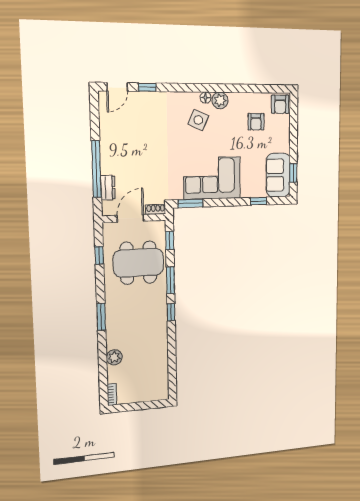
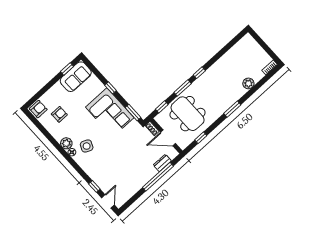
door: (117, 87) -> (108, 201), hinge flipped
window: (259, 201) -> (110, 88), moved

